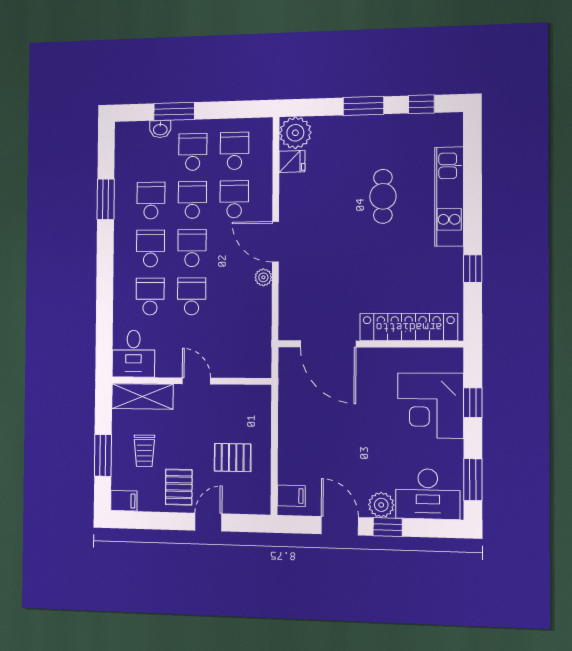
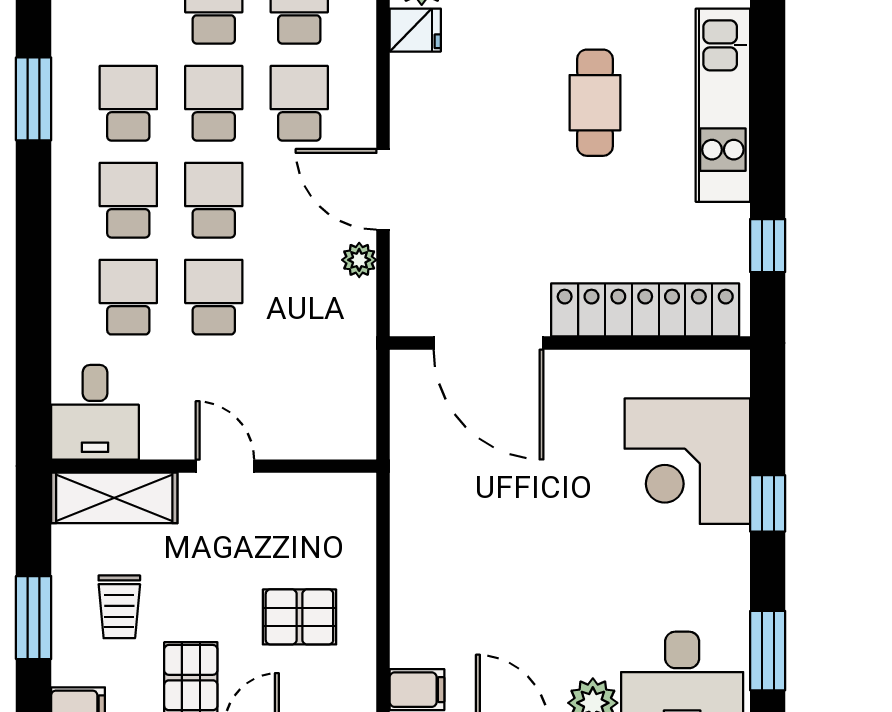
locker: (409, 327) -> (645, 310), moved
door: (328, 344) -> (489, 343), moved
wall: (370, 344) -> (570, 343), moved
corner desk: (431, 406) -> (687, 461), moved

